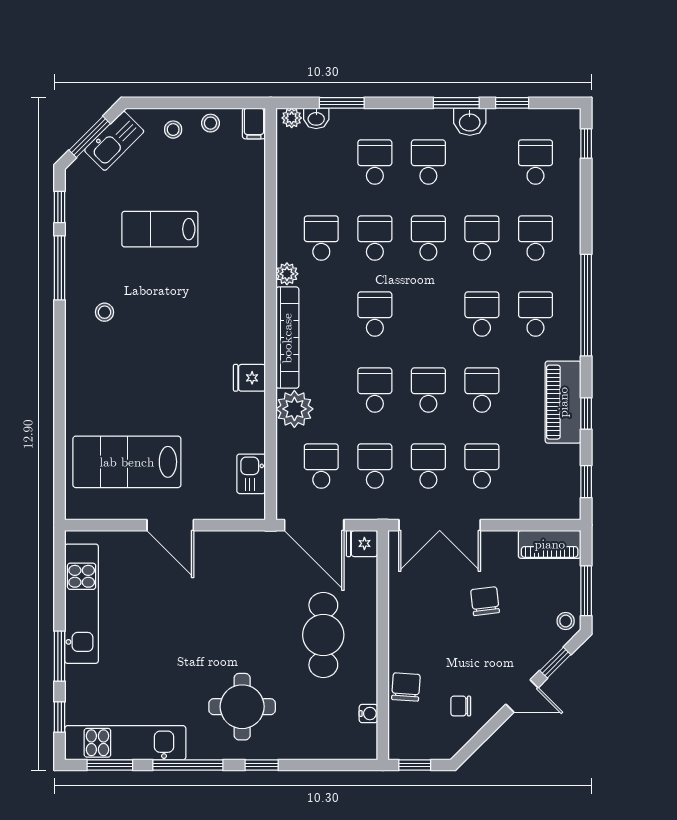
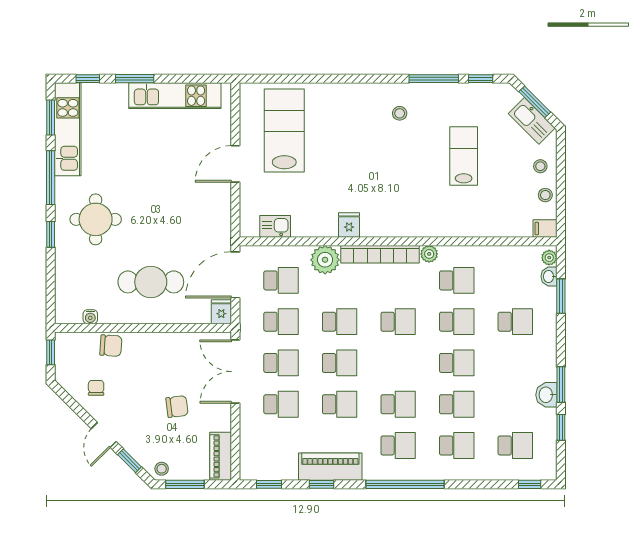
school desk: (428, 162) -> (515, 363), removed

